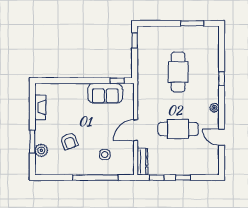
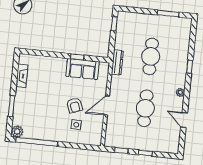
window: (117, 81) -> (77, 57), moved
cafe table: (178, 129) -> (145, 108), turned 90
armchair: (69, 141) -> (75, 105), moved
plant: (41, 150) -> (17, 132), moved
dresser: (142, 162) -> (117, 62), moved
window: (95, 178) -> (37, 142), moved

